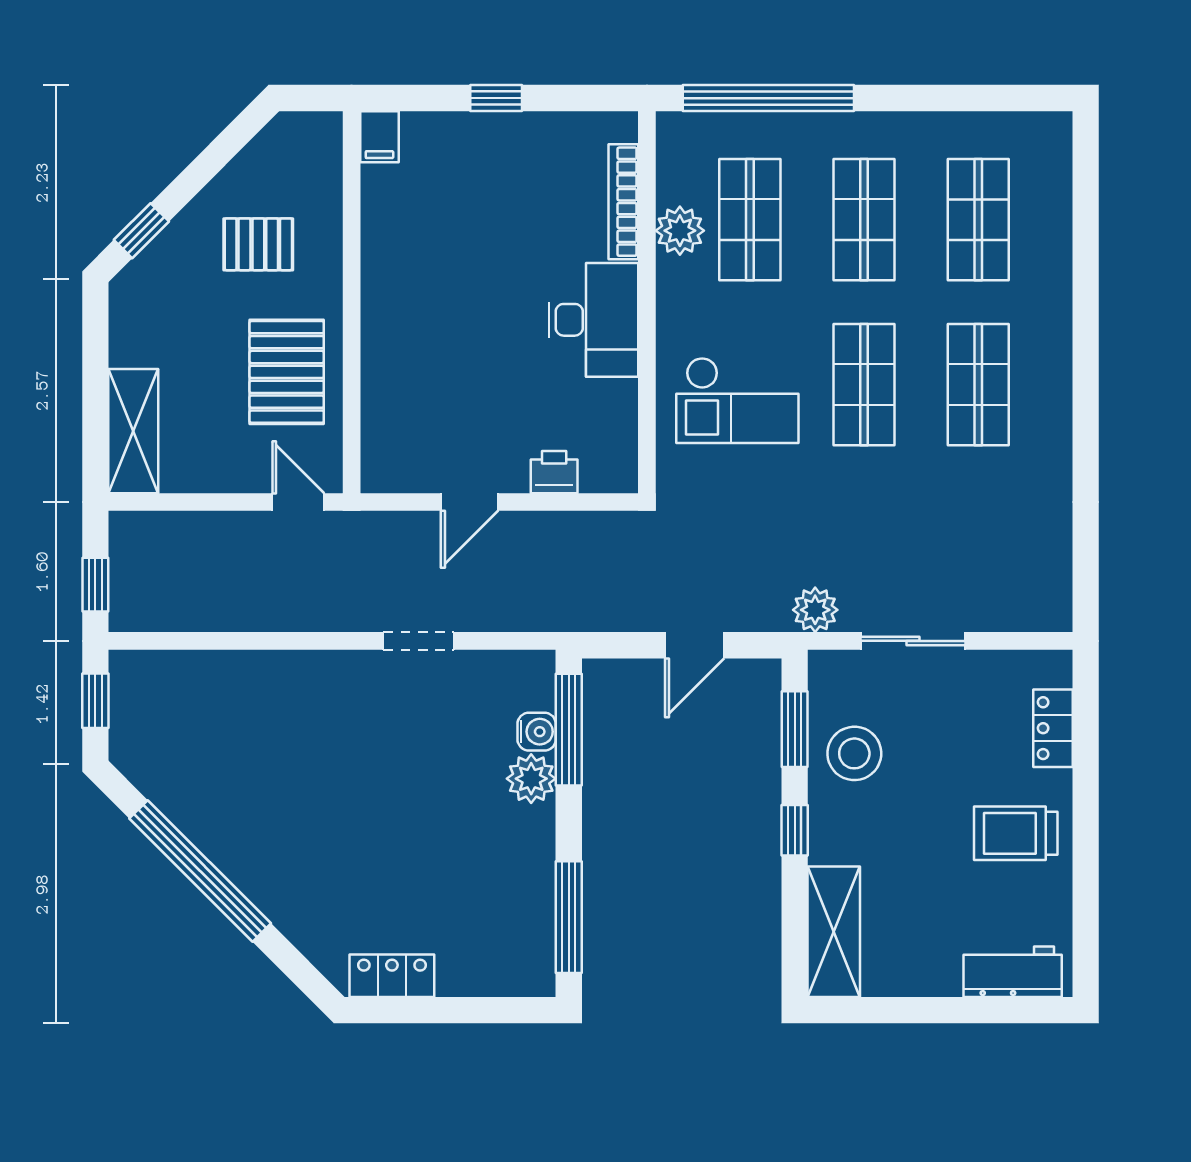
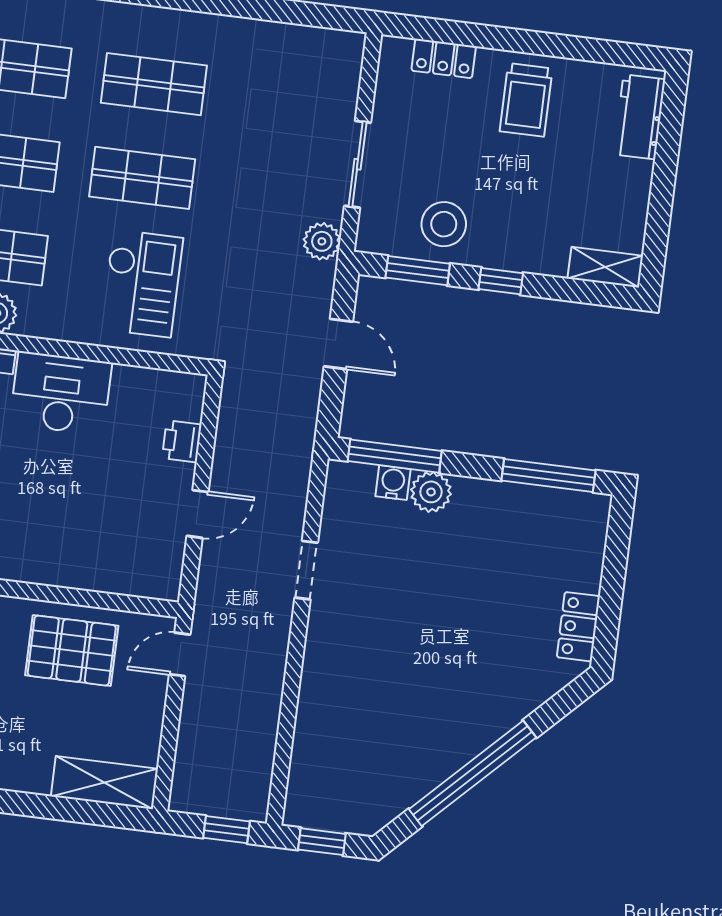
door: (469, 502) -> (197, 514), hinge flipped
shelving: (834, 932) -> (605, 267), width x0.67, depth x0.75

